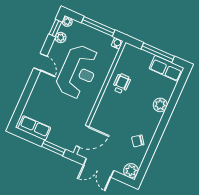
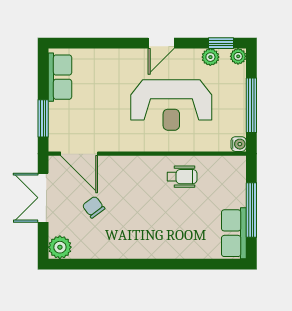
plant: (160, 105) -> (176, 248), removed
chair: (138, 141) -> (94, 207), moved

